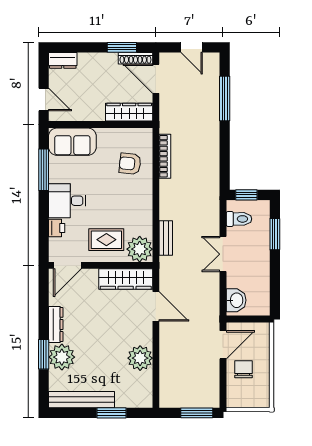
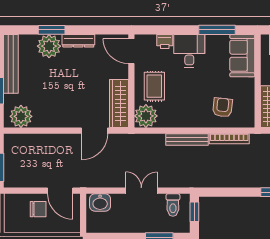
bench: (166, 238) -> (187, 140), moved, width x1.36
plant: (140, 358) -> (21, 116), moved

